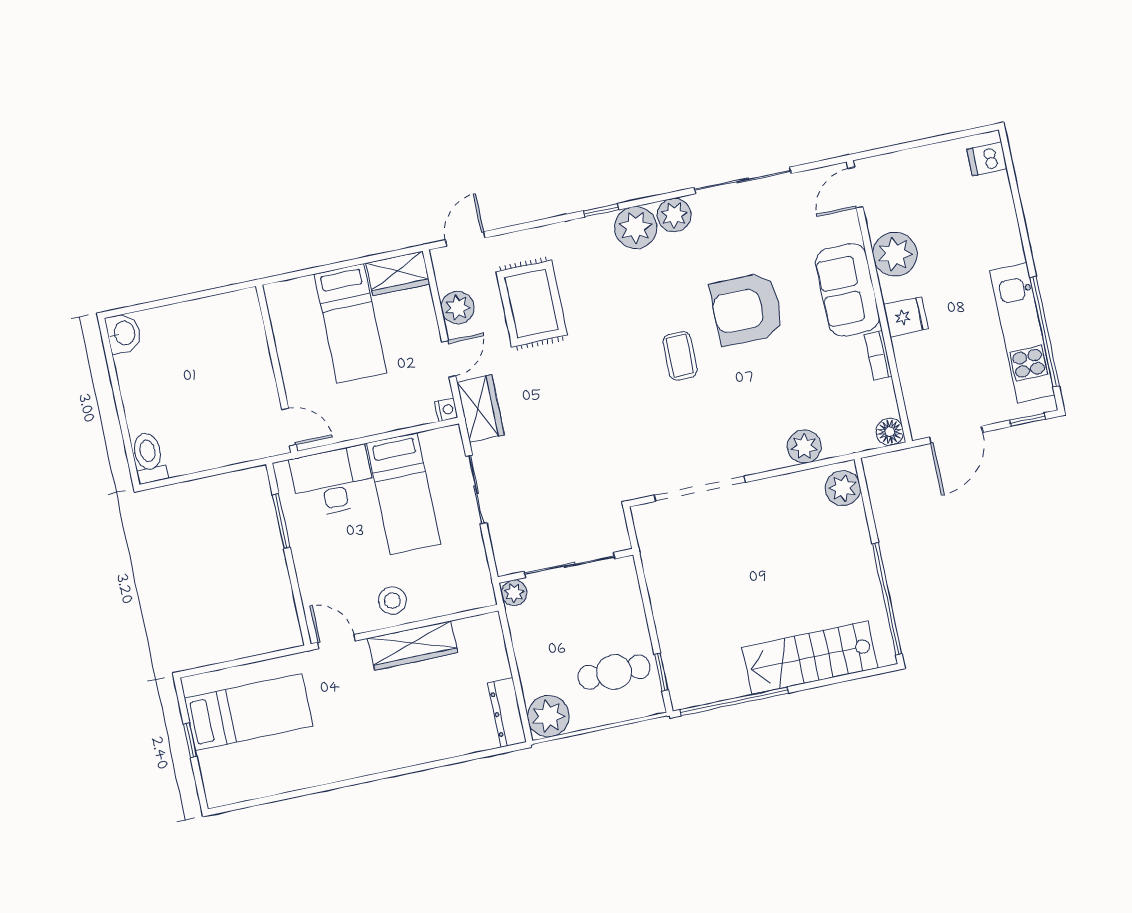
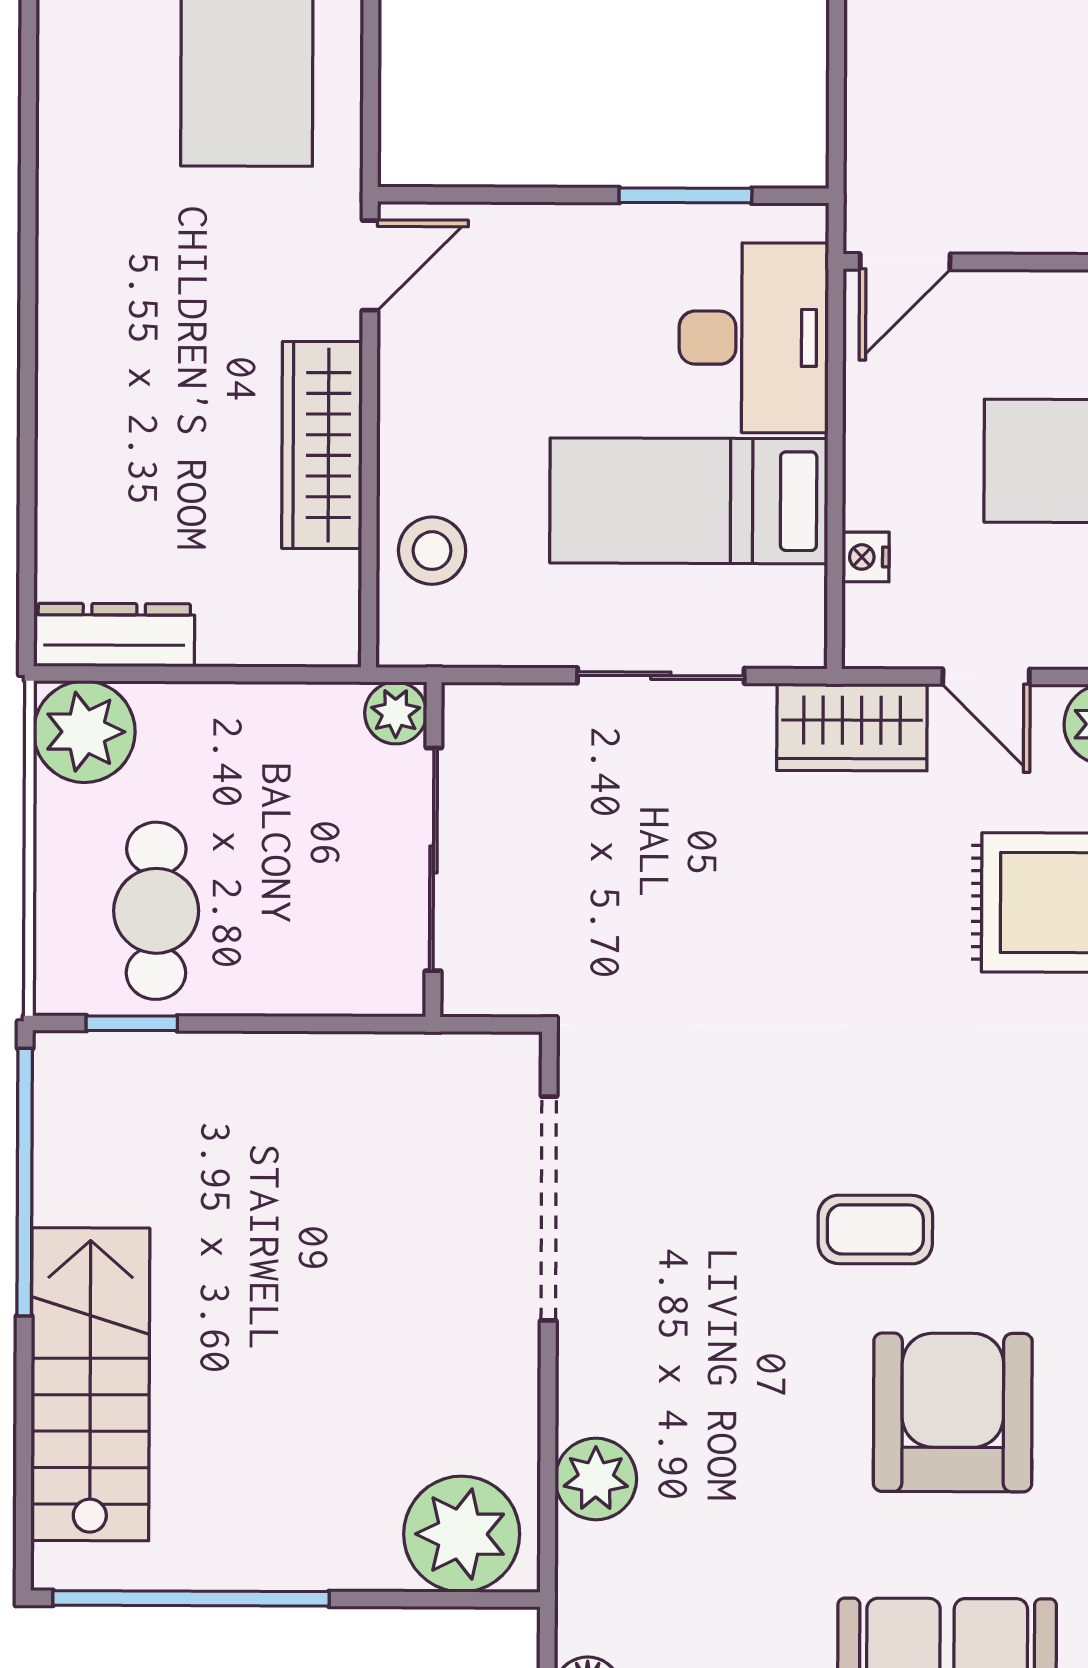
nightstand: (446, 410) -> (866, 557), moved, turned 90
plant: (843, 488) -> (462, 1534), width x1.36, depth x1.36
stool: (392, 600) -> (432, 551), moved

